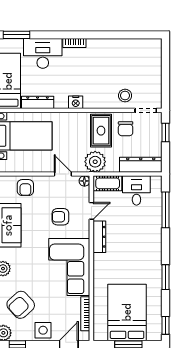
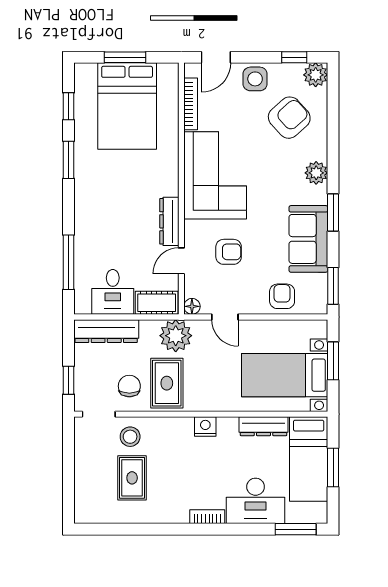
rug: (124, 68) -> (132, 478), added
window: (165, 325) -> (68, 106), moved

